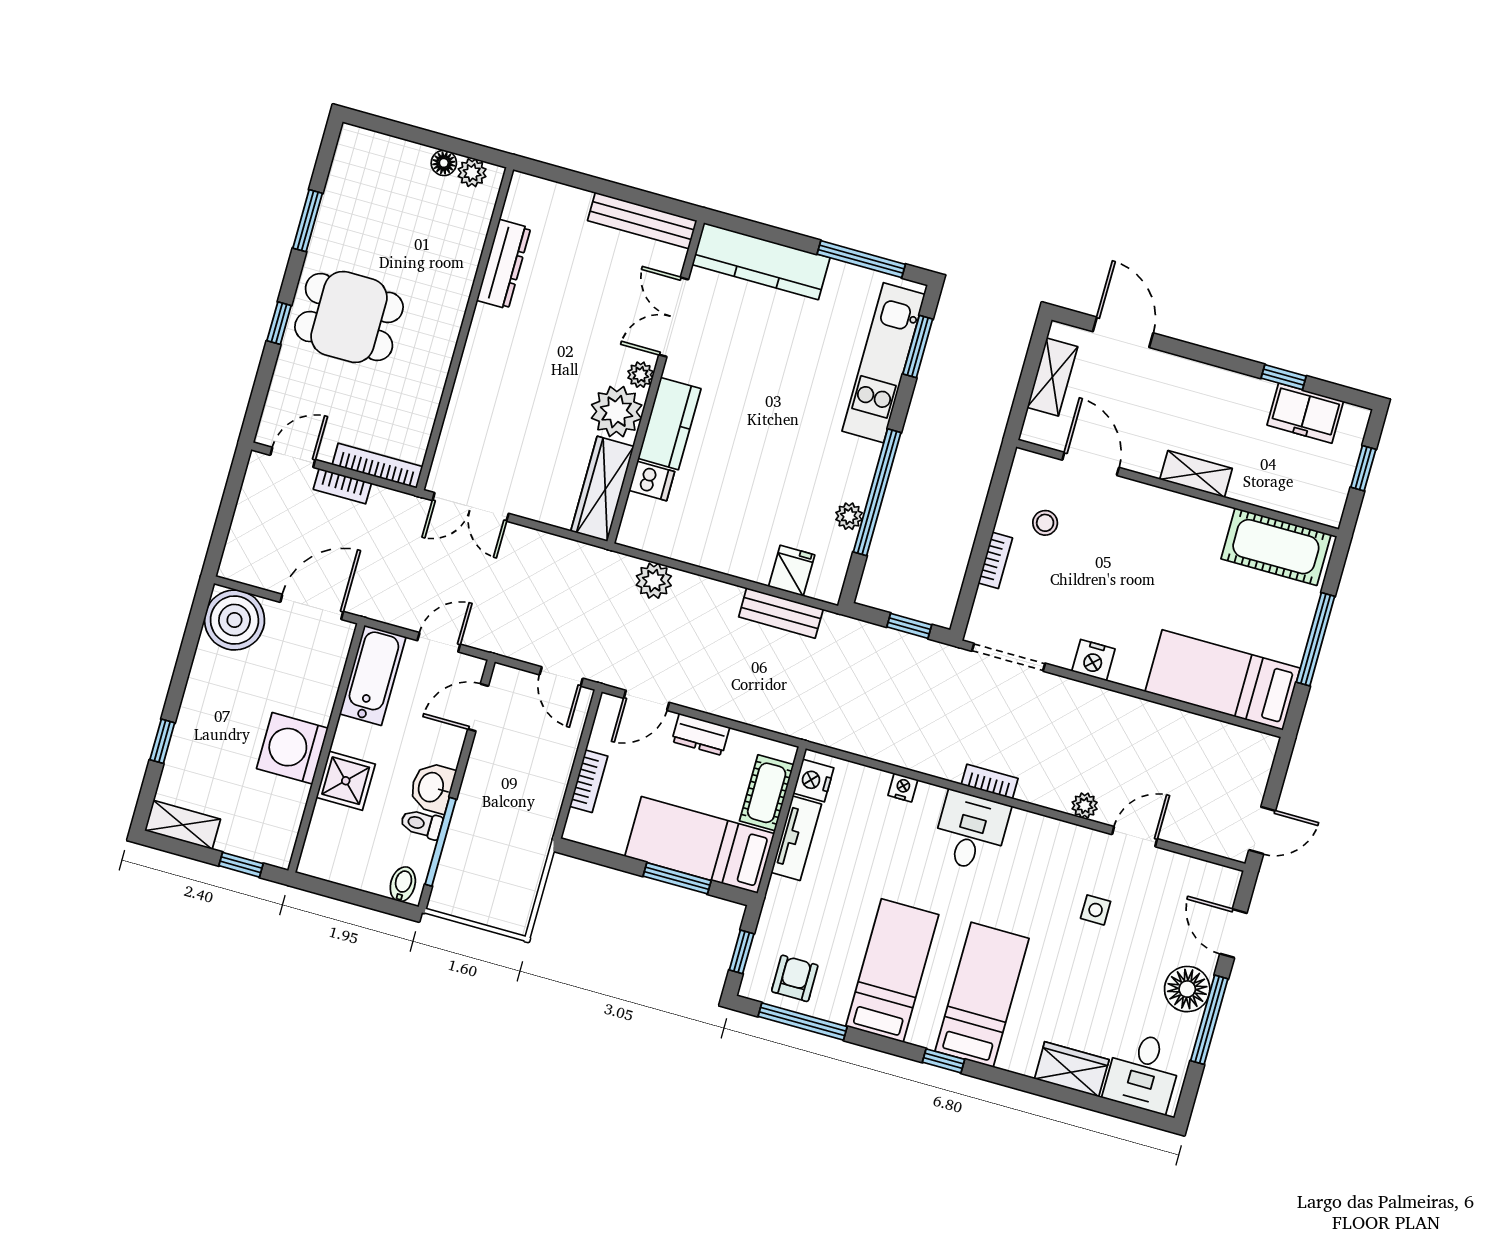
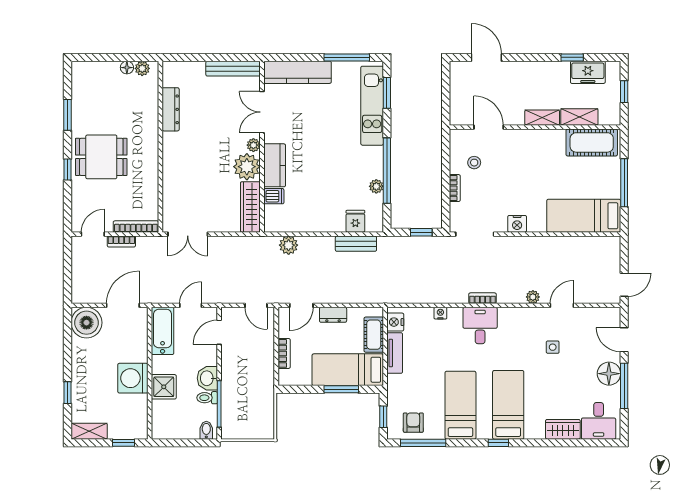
shelving: (1052, 377) -> (579, 117), moved, turned 90

